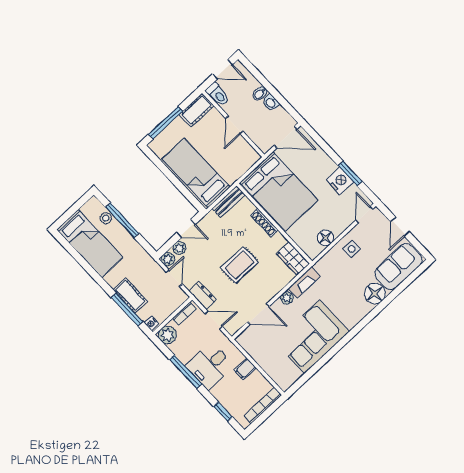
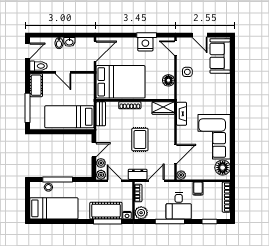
floor lamp: (375, 293) -> (223, 168), moved
cot: (130, 295) -> (106, 211), width x1.37, depth x1.34
plant: (287, 298) -> (181, 175), moved

